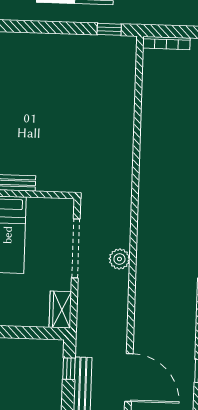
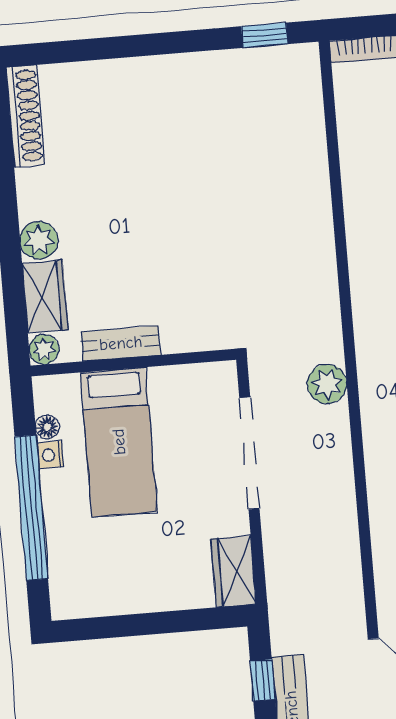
plant: (119, 259) -> (327, 384), moved

